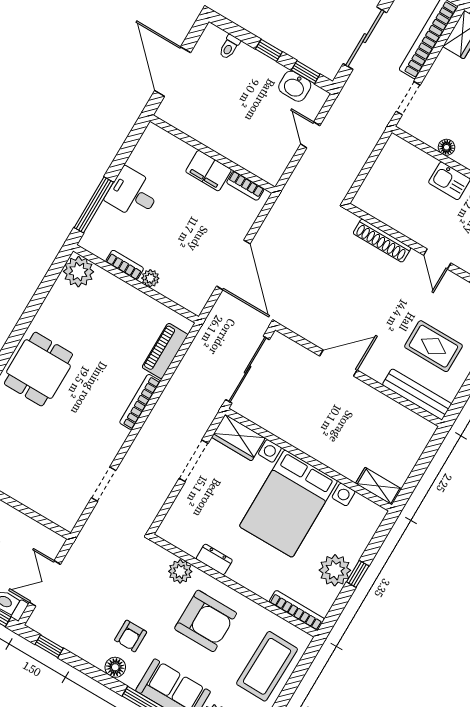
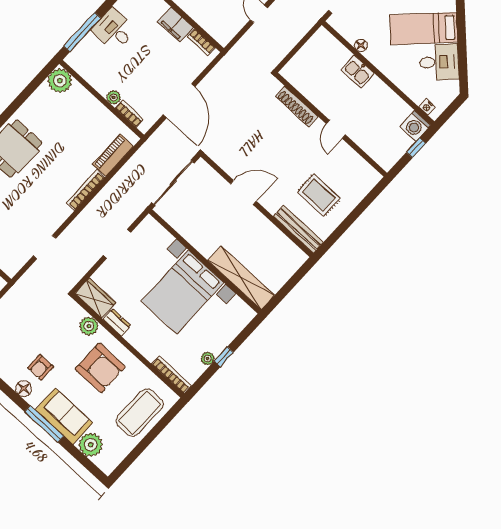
bookcase: (125, 265) -> (129, 114), moved
wardrobe: (238, 438) -> (95, 298), moved, turned 180
shelving: (379, 486) -> (241, 278), width x2.20, depth x1.33
plant: (335, 570) -> (207, 358), width x0.53, depth x0.53

